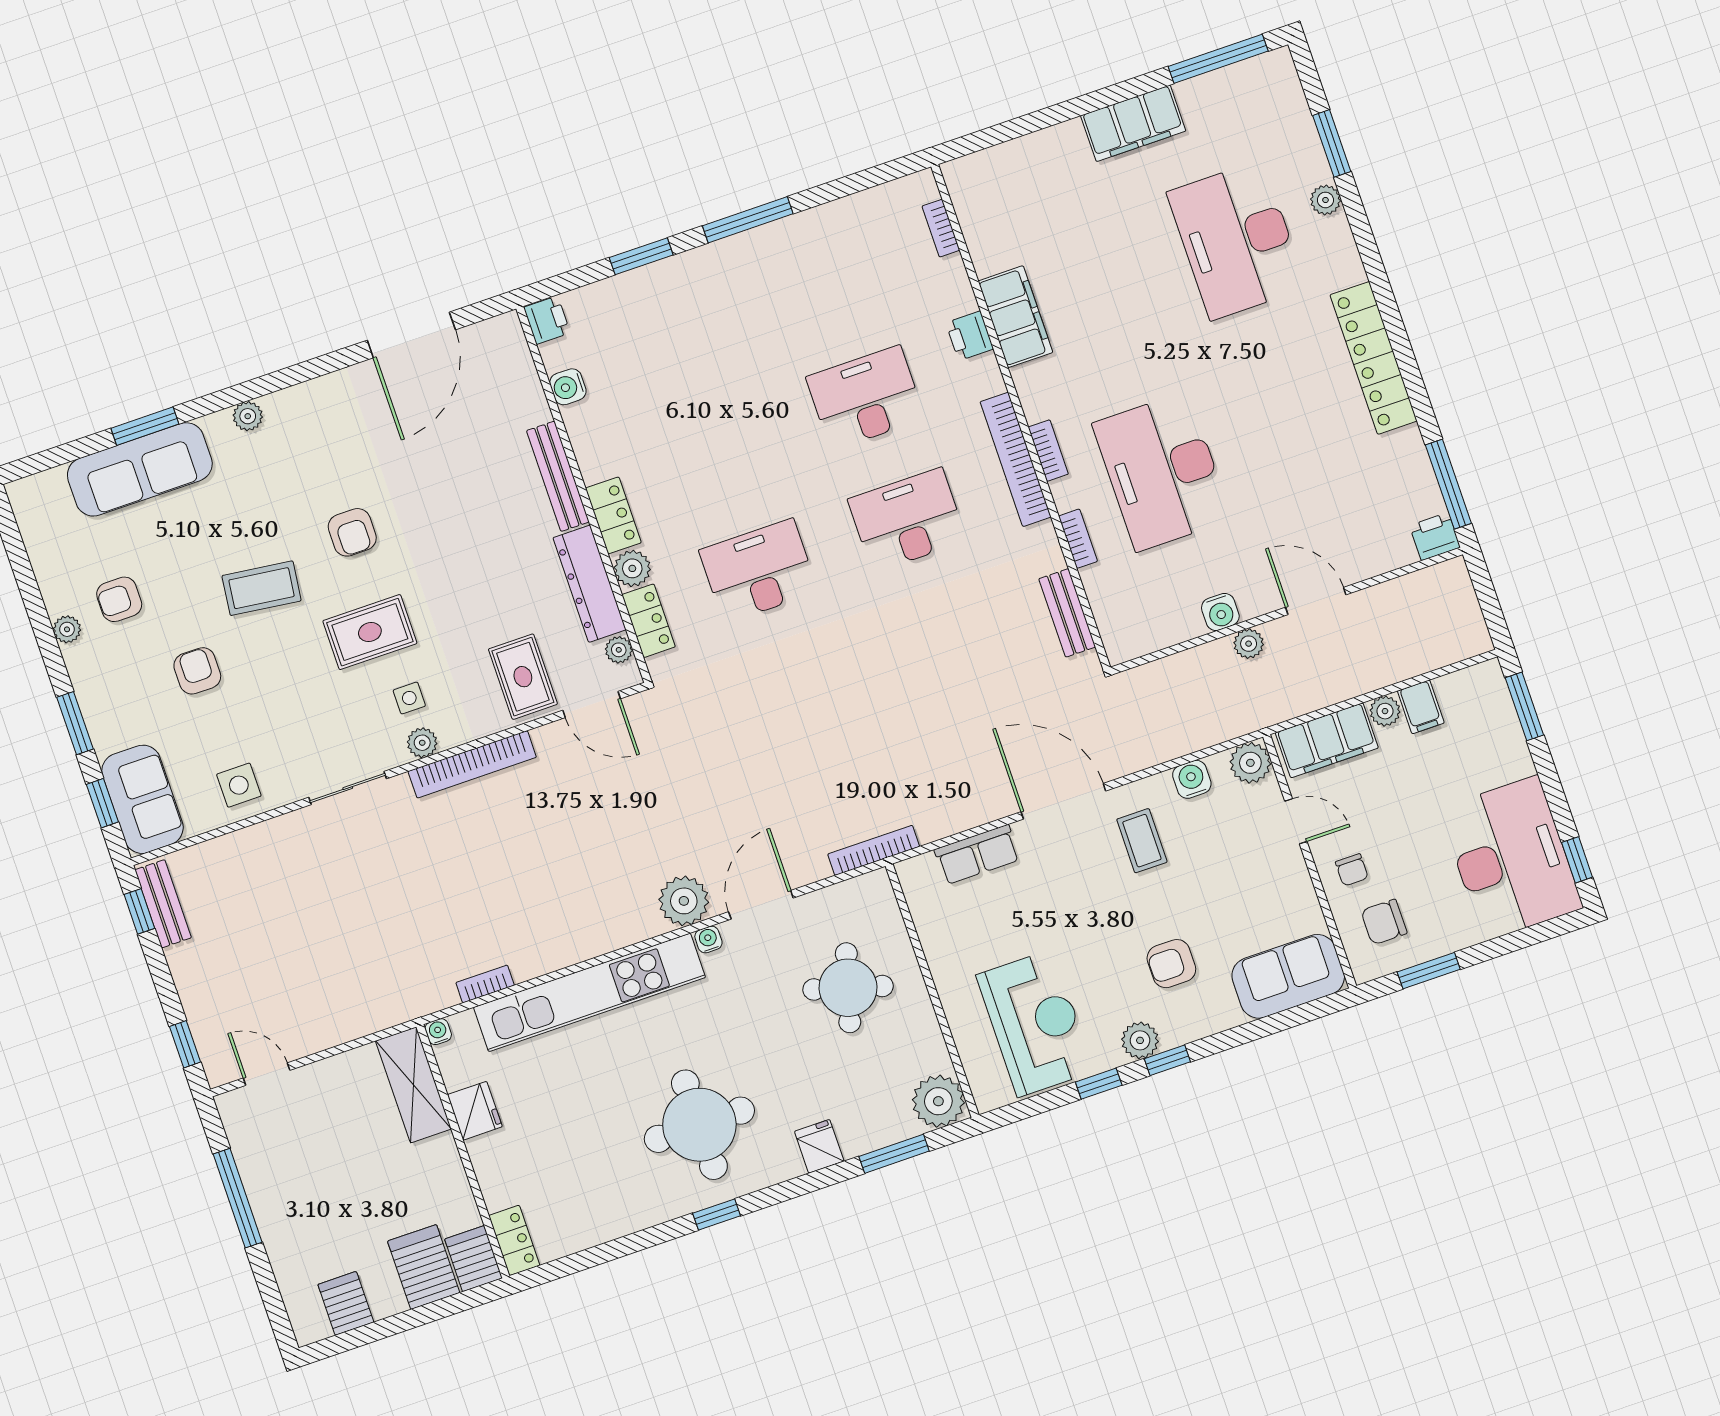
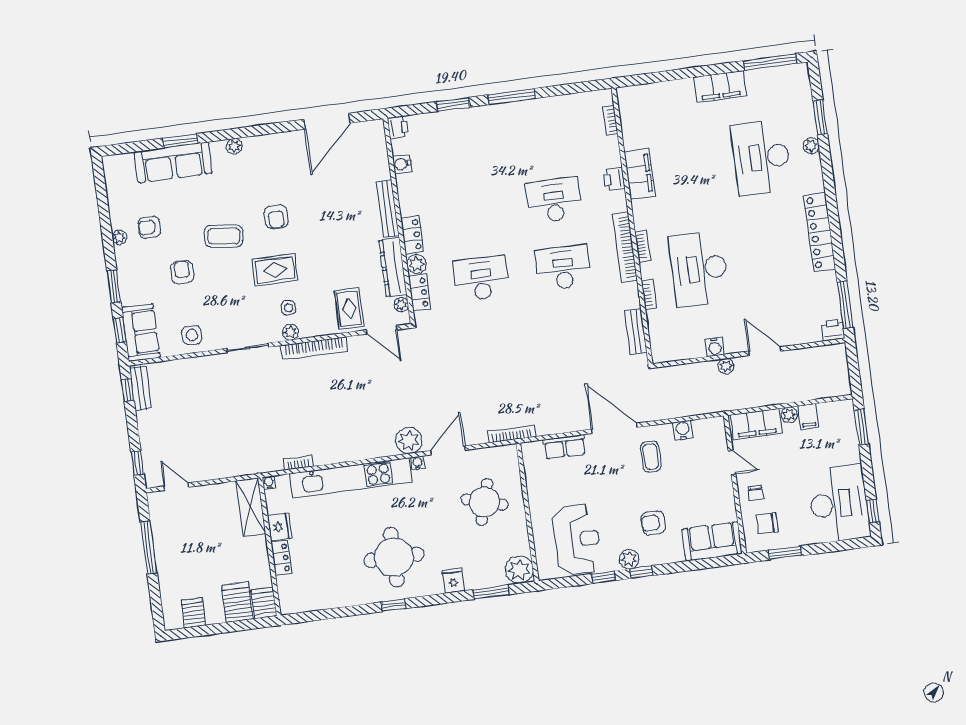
plant: (1250, 763) -> (715, 428), removed
locker: (514, 1240) -> (281, 558), moved

